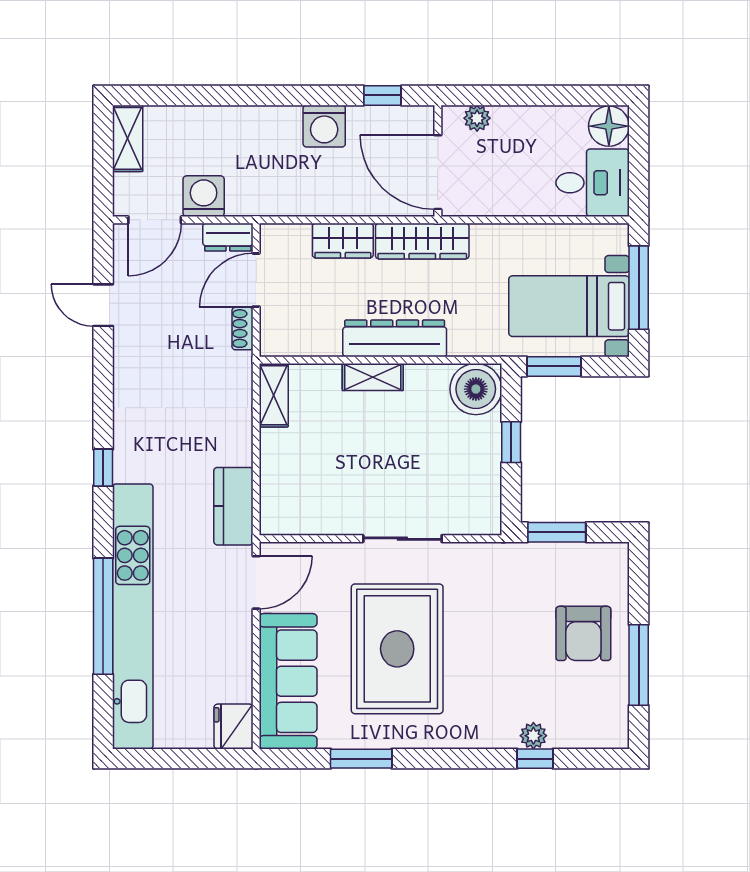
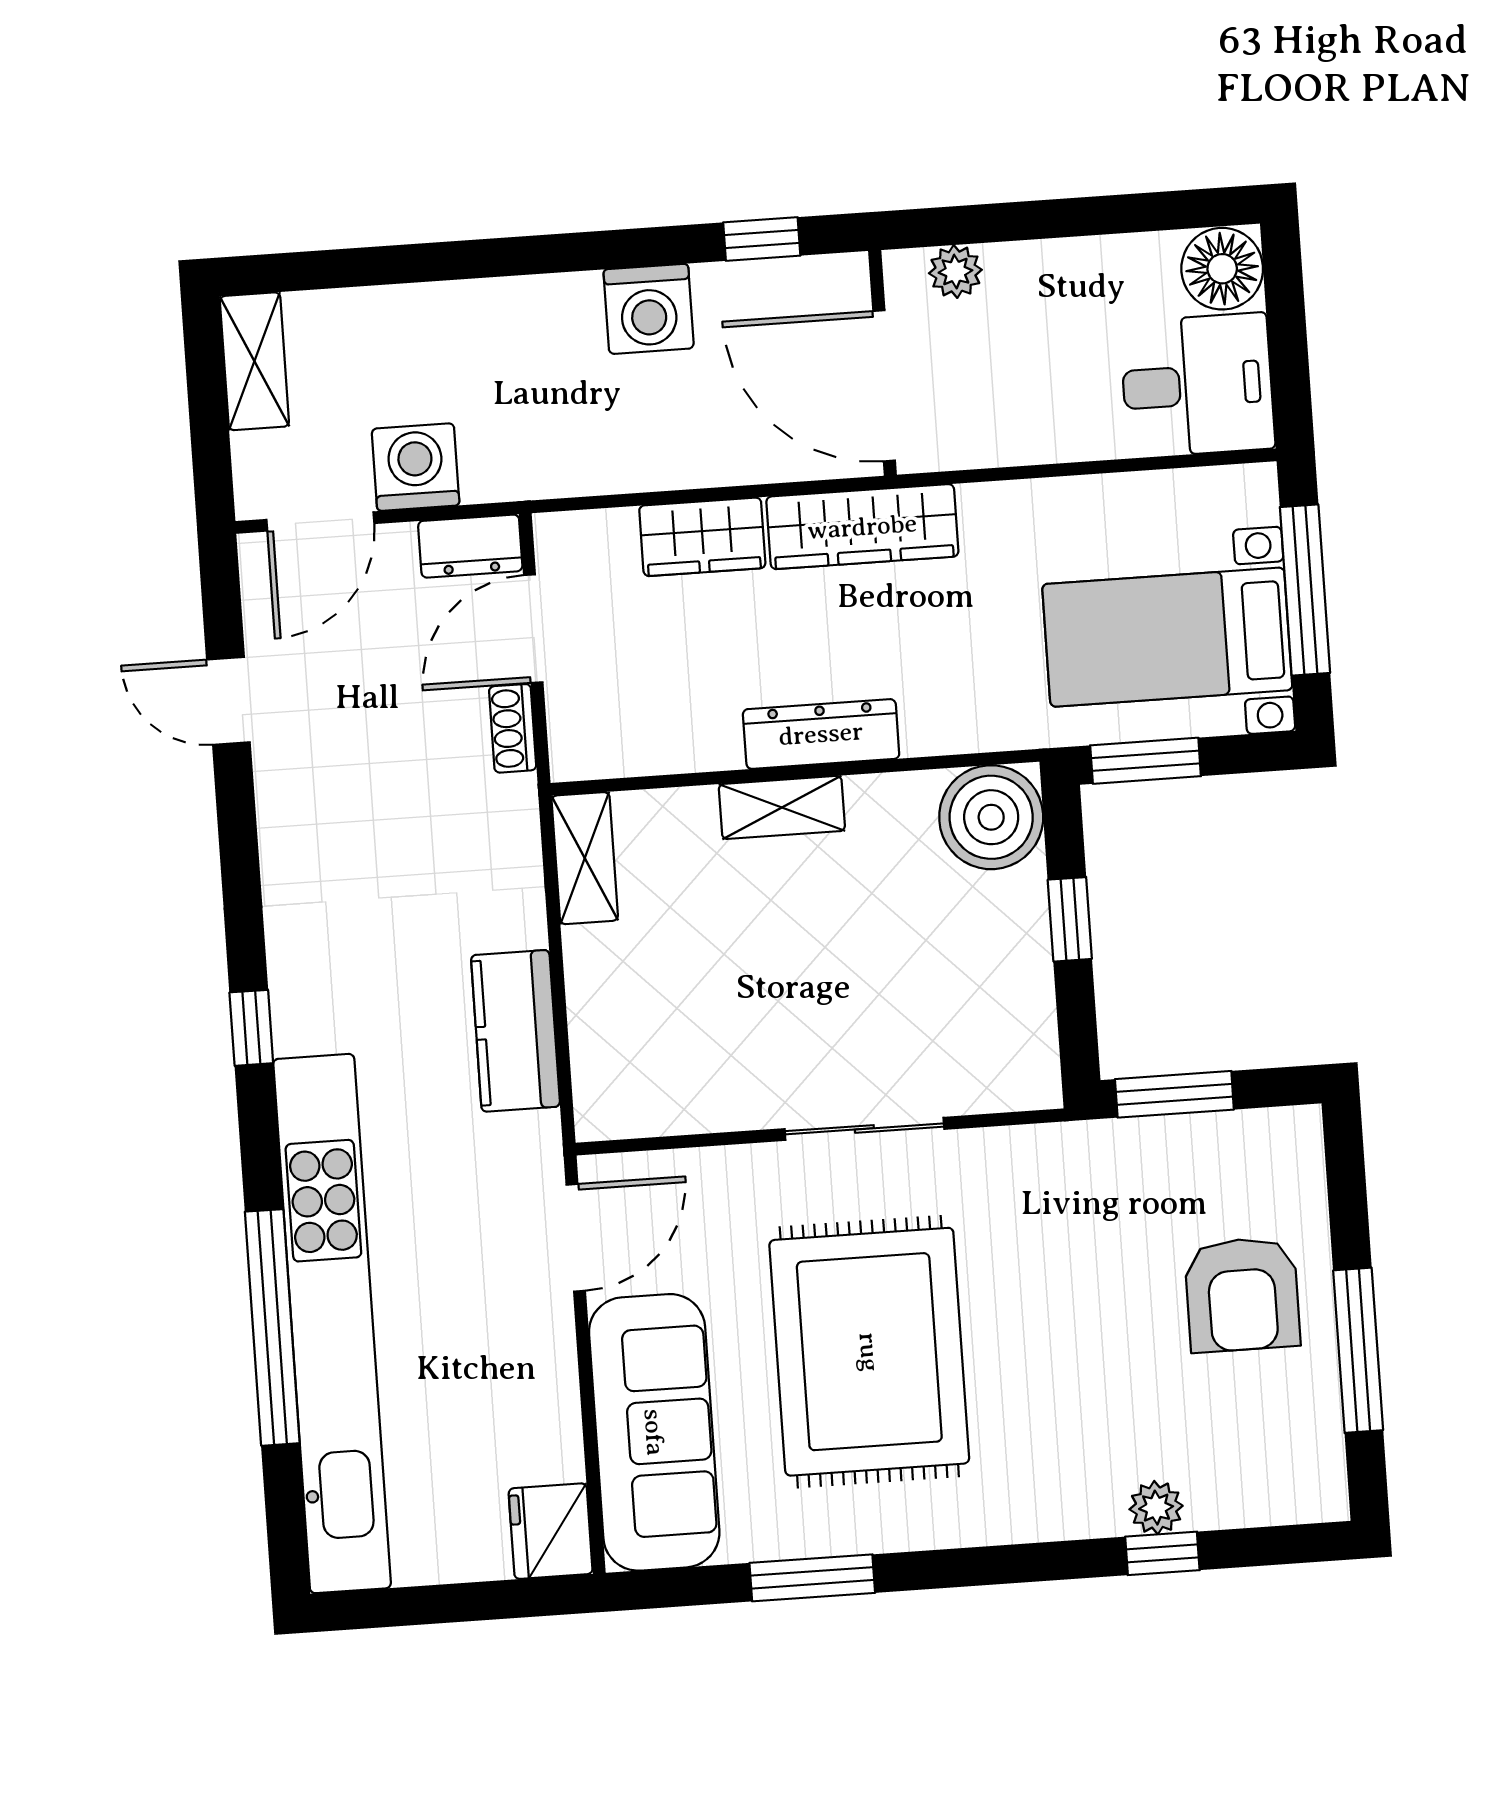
dresser: (395, 338) -> (821, 734), width x0.73, depth x0.80
kitchen counter: (233, 506) -> (515, 1031), moved

